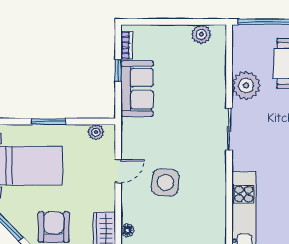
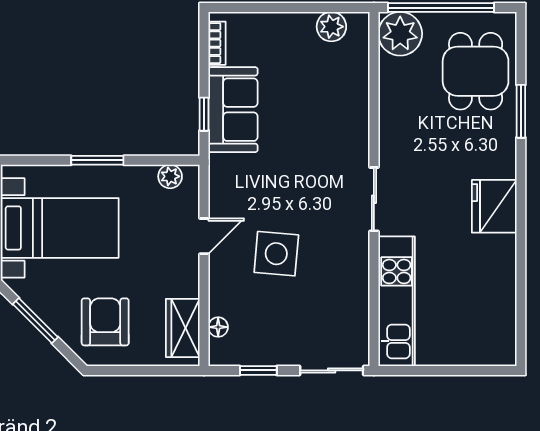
window: (118, 70) -> (204, 114), moved
plant: (246, 85) -> (400, 34), moved
sliding door: (229, 129) -> (374, 199), moved

